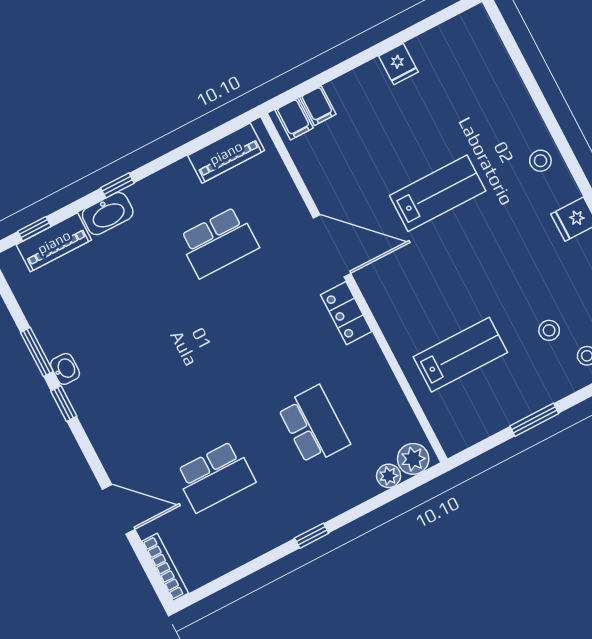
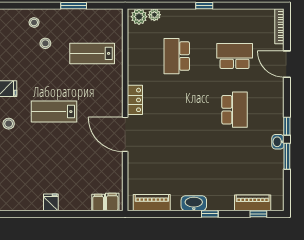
lab bench: (438, 193) -> (54, 112), moved
washbasin: (108, 214) -> (194, 203), moved
school desk: (218, 242) -> (235, 110), moved, turned 90

